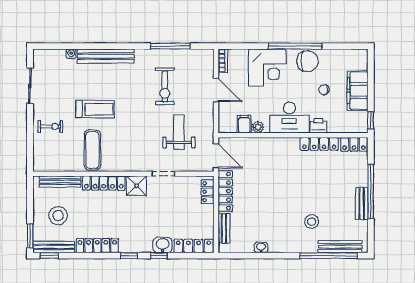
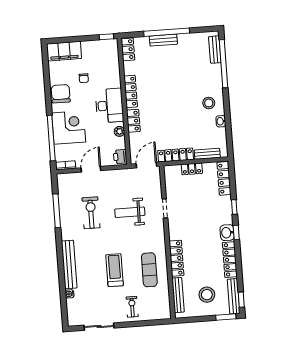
window: (295, 46) -> (51, 138), moved
exercise bike: (165, 86) -> (91, 213), turned -90
filing cabinet: (358, 91) -> (64, 51), moved
filing cabinet: (244, 124) -> (118, 143), removed
printer: (318, 126) -> (120, 157), moved
weight bench: (179, 132) -> (130, 212), moved
locker: (269, 144) -> (133, 121), added
locker: (319, 144) -> (131, 91), moved
exercise mat: (92, 150) -> (149, 270), turned 90
shower: (136, 186) -> (177, 230), removed
locker: (208, 192) -> (192, 169), moved
bench: (362, 203) -> (163, 40), moved
stool: (312, 222) -> (209, 103), moved
washbasin: (163, 245) -> (227, 233), moved
bench: (340, 247) -> (215, 50), width x0.73

